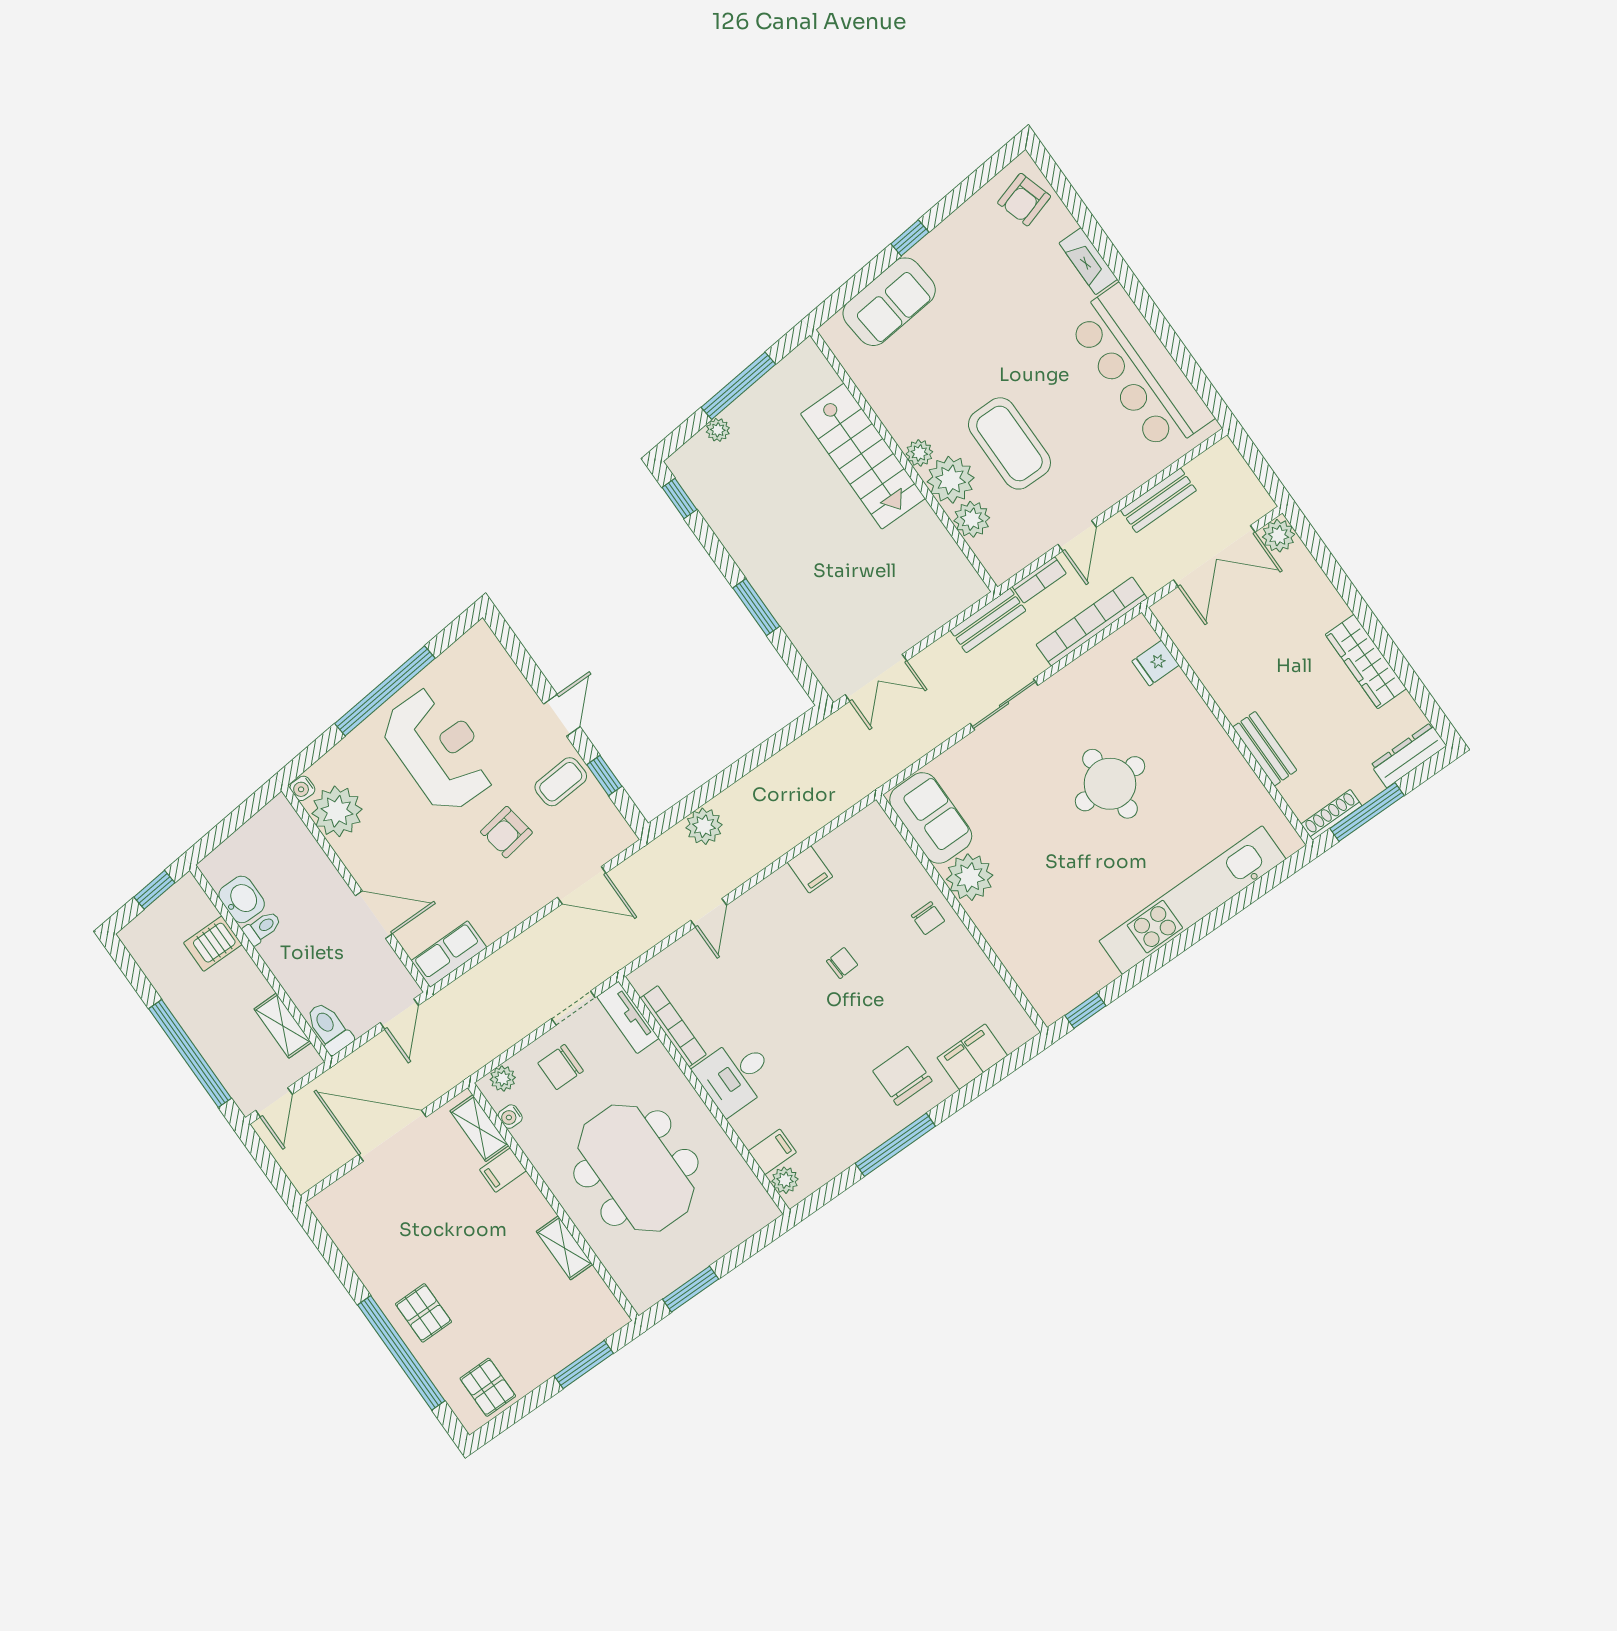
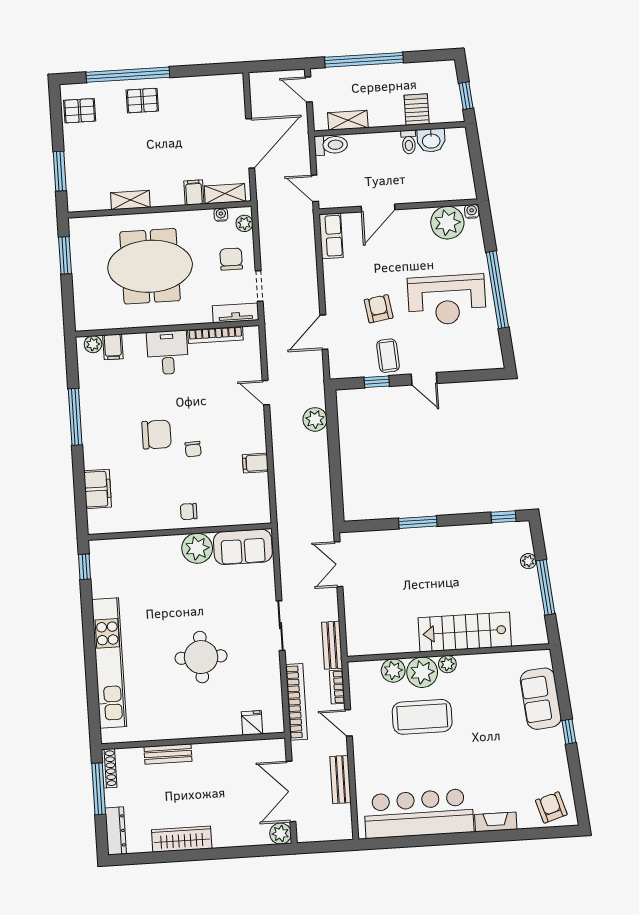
chair: (902, 1076) -> (156, 435), moved

